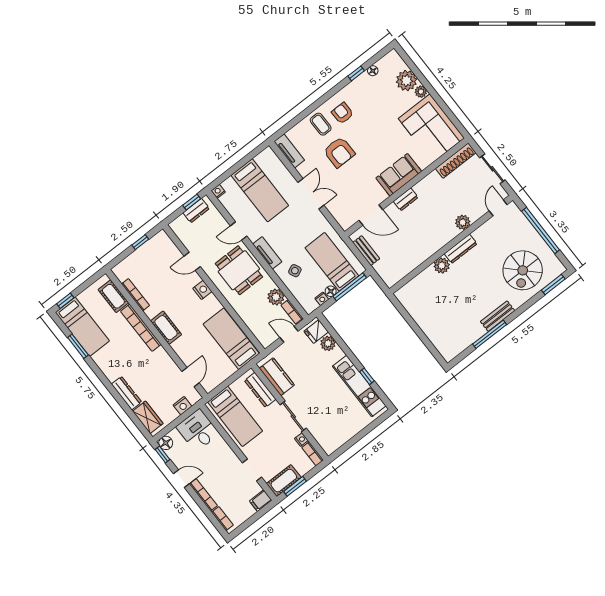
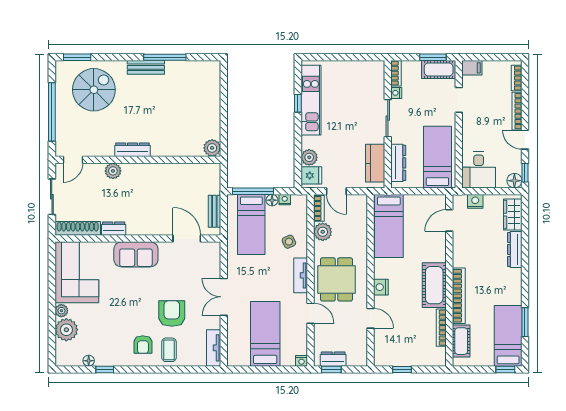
dresser: (406, 199) -> (114, 229), moved
plant: (442, 266) -> (212, 148), moved
cot: (166, 328) -> (434, 285), width x1.37, depth x1.34

